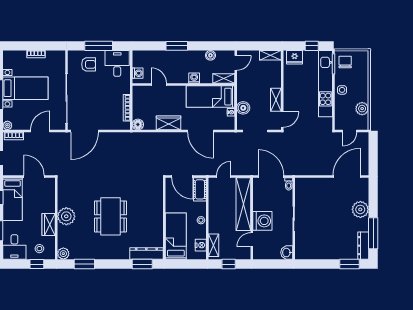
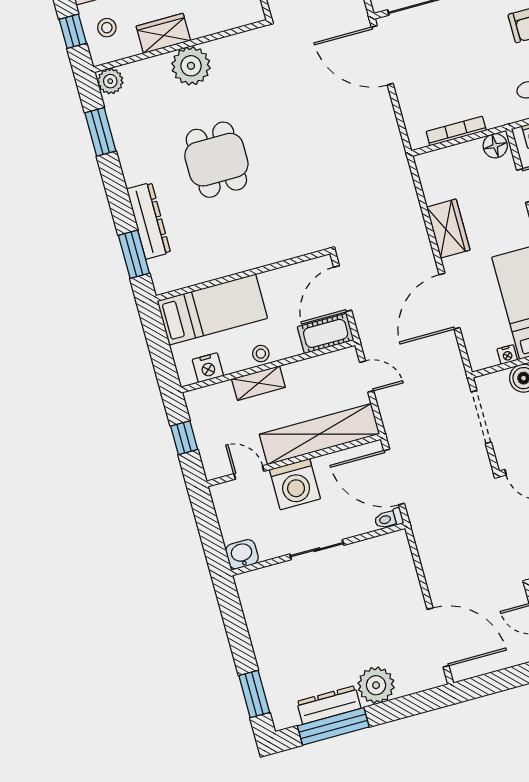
floor lamp: (138, 124) -> (495, 146), moved
door: (271, 177) -> (394, 477), swing flipped
dining table: (110, 216) -> (216, 160), width x0.73
shelving: (214, 245) -> (258, 383), moved
dresser: (363, 246) -> (329, 705), moved
dresser: (146, 254) -> (149, 221), moved

